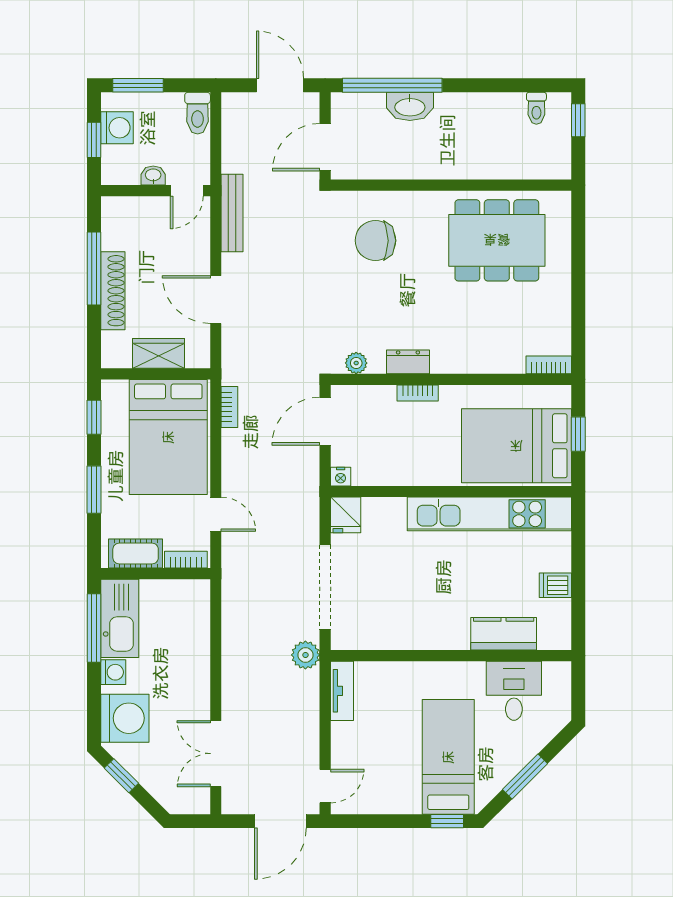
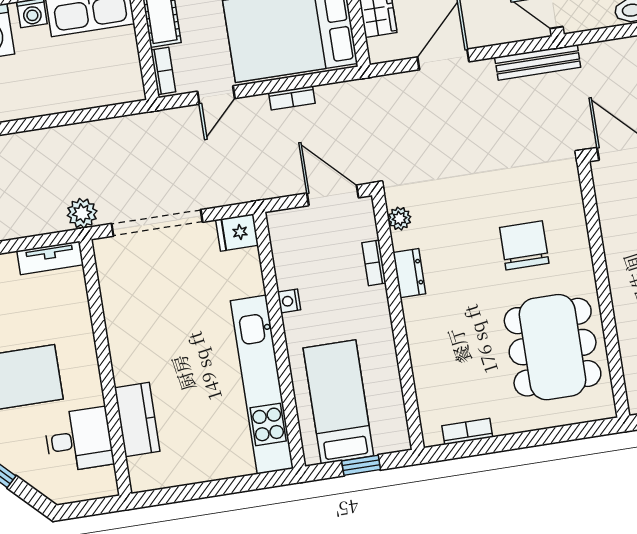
chair: (375, 241) -> (524, 245), moved
bookcase: (549, 365) -> (467, 431), moved, turned -90
bookcase: (418, 393) -> (374, 263), moved
bookcase: (229, 407) -> (292, 98), moved
bed: (516, 446) -> (338, 402), width x0.67
nightstand: (341, 477) -> (289, 301), moved
dishwasher: (555, 585) -> (197, 466), removed

